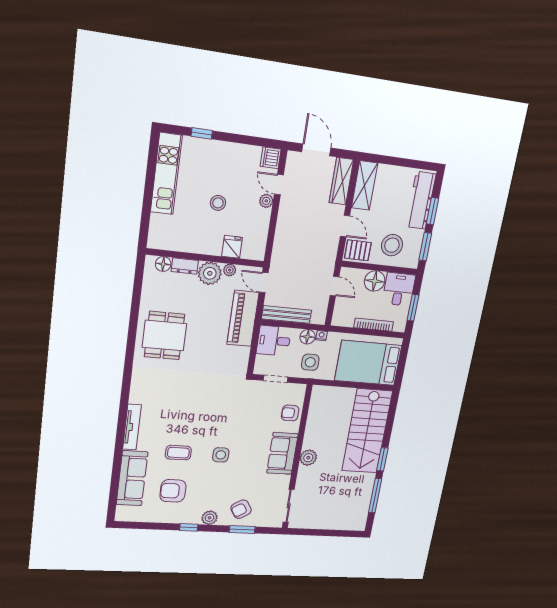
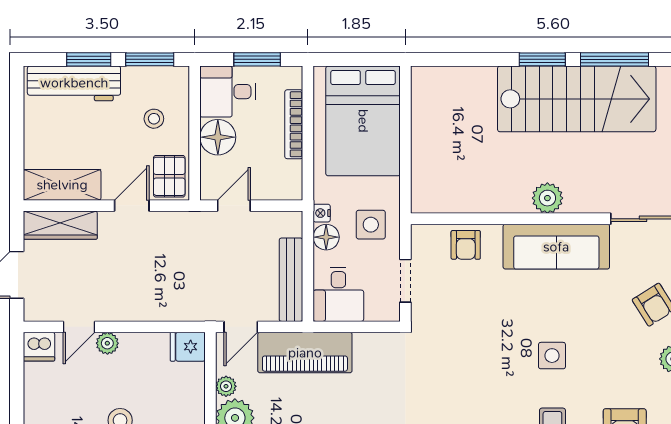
stool: (392, 245) -> (154, 119), width x0.53, depth x0.53
fridge: (232, 247) -> (188, 347), moved
stairs: (367, 431) -> (577, 99), moved
sofa: (282, 453) -> (556, 247), width x1.36

